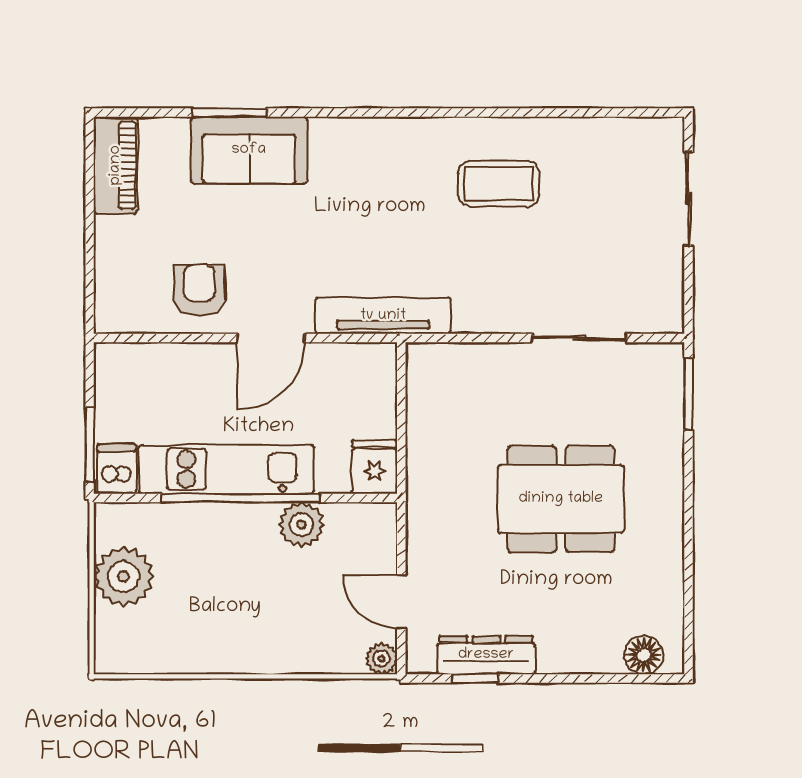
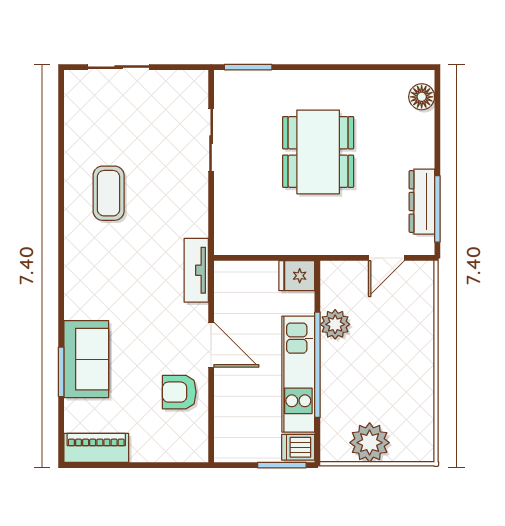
tv unit: (383, 316) -> (196, 270), width x0.71
plant: (382, 659) -> (424, 271), removed
window: (475, 678) -> (437, 209), width x2.17

